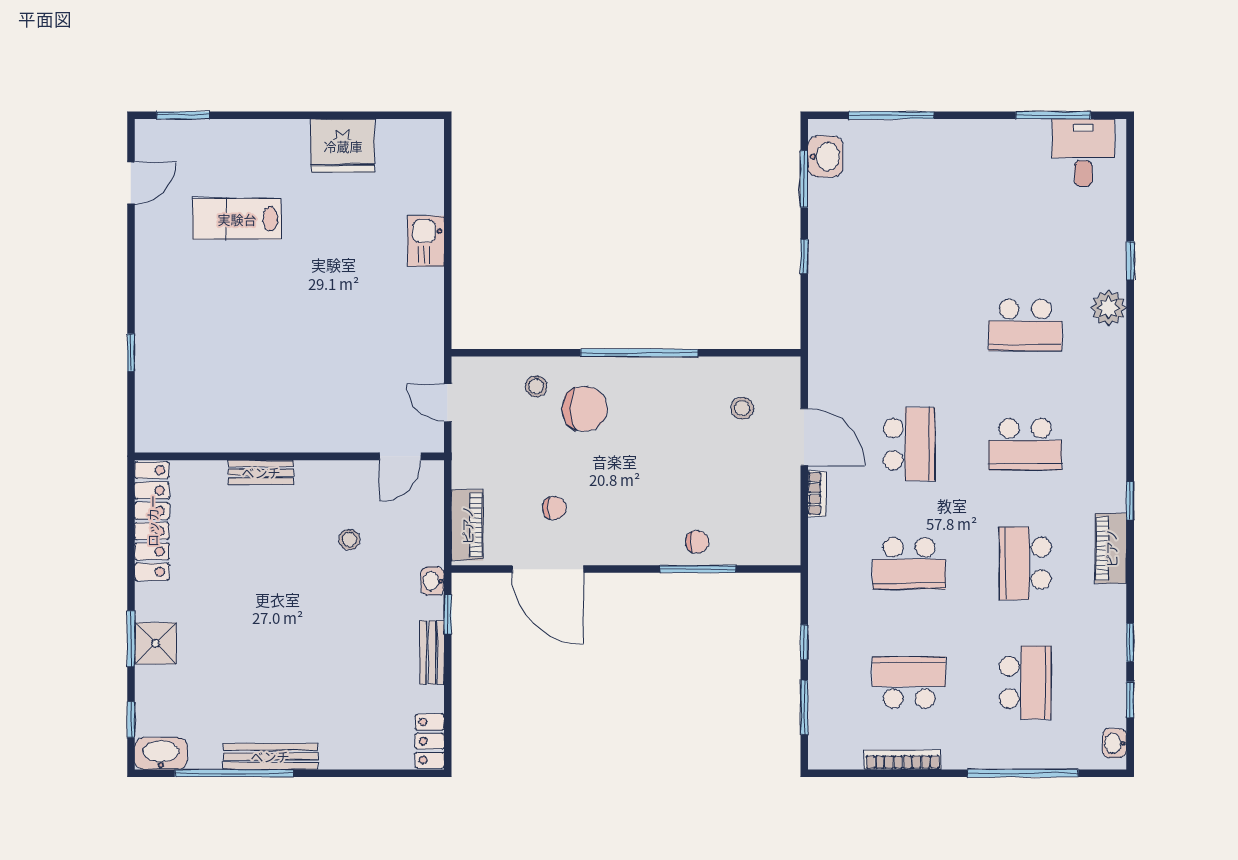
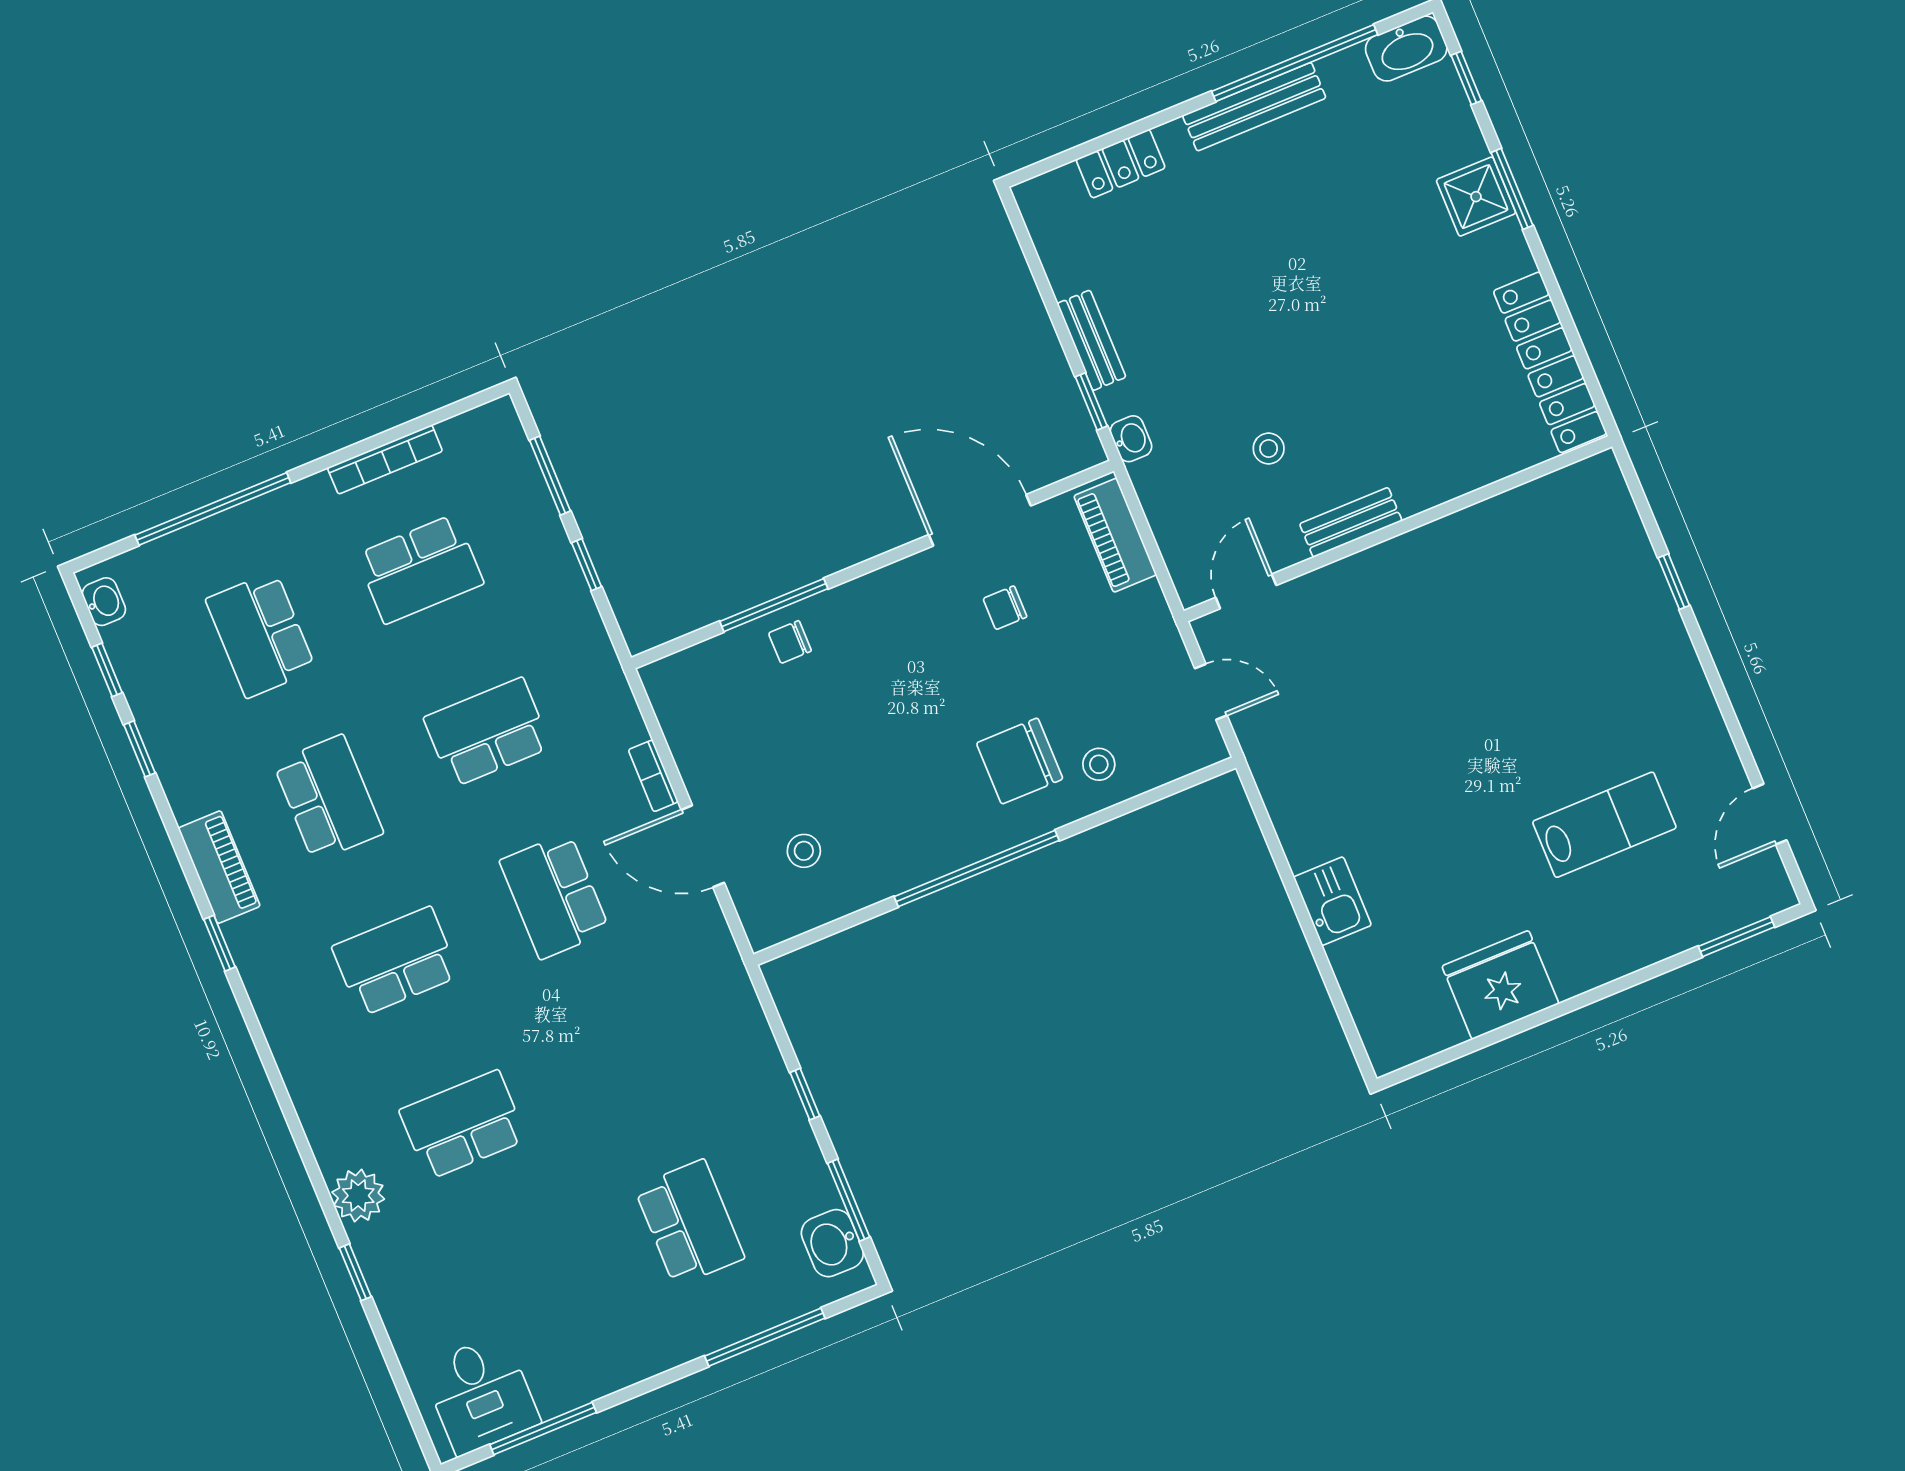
school desk: (909, 206) -> (689, 1223), added
bench: (261, 472) -> (1351, 522), moved
locker: (430, 741) -> (1121, 164), moved, turned 90

